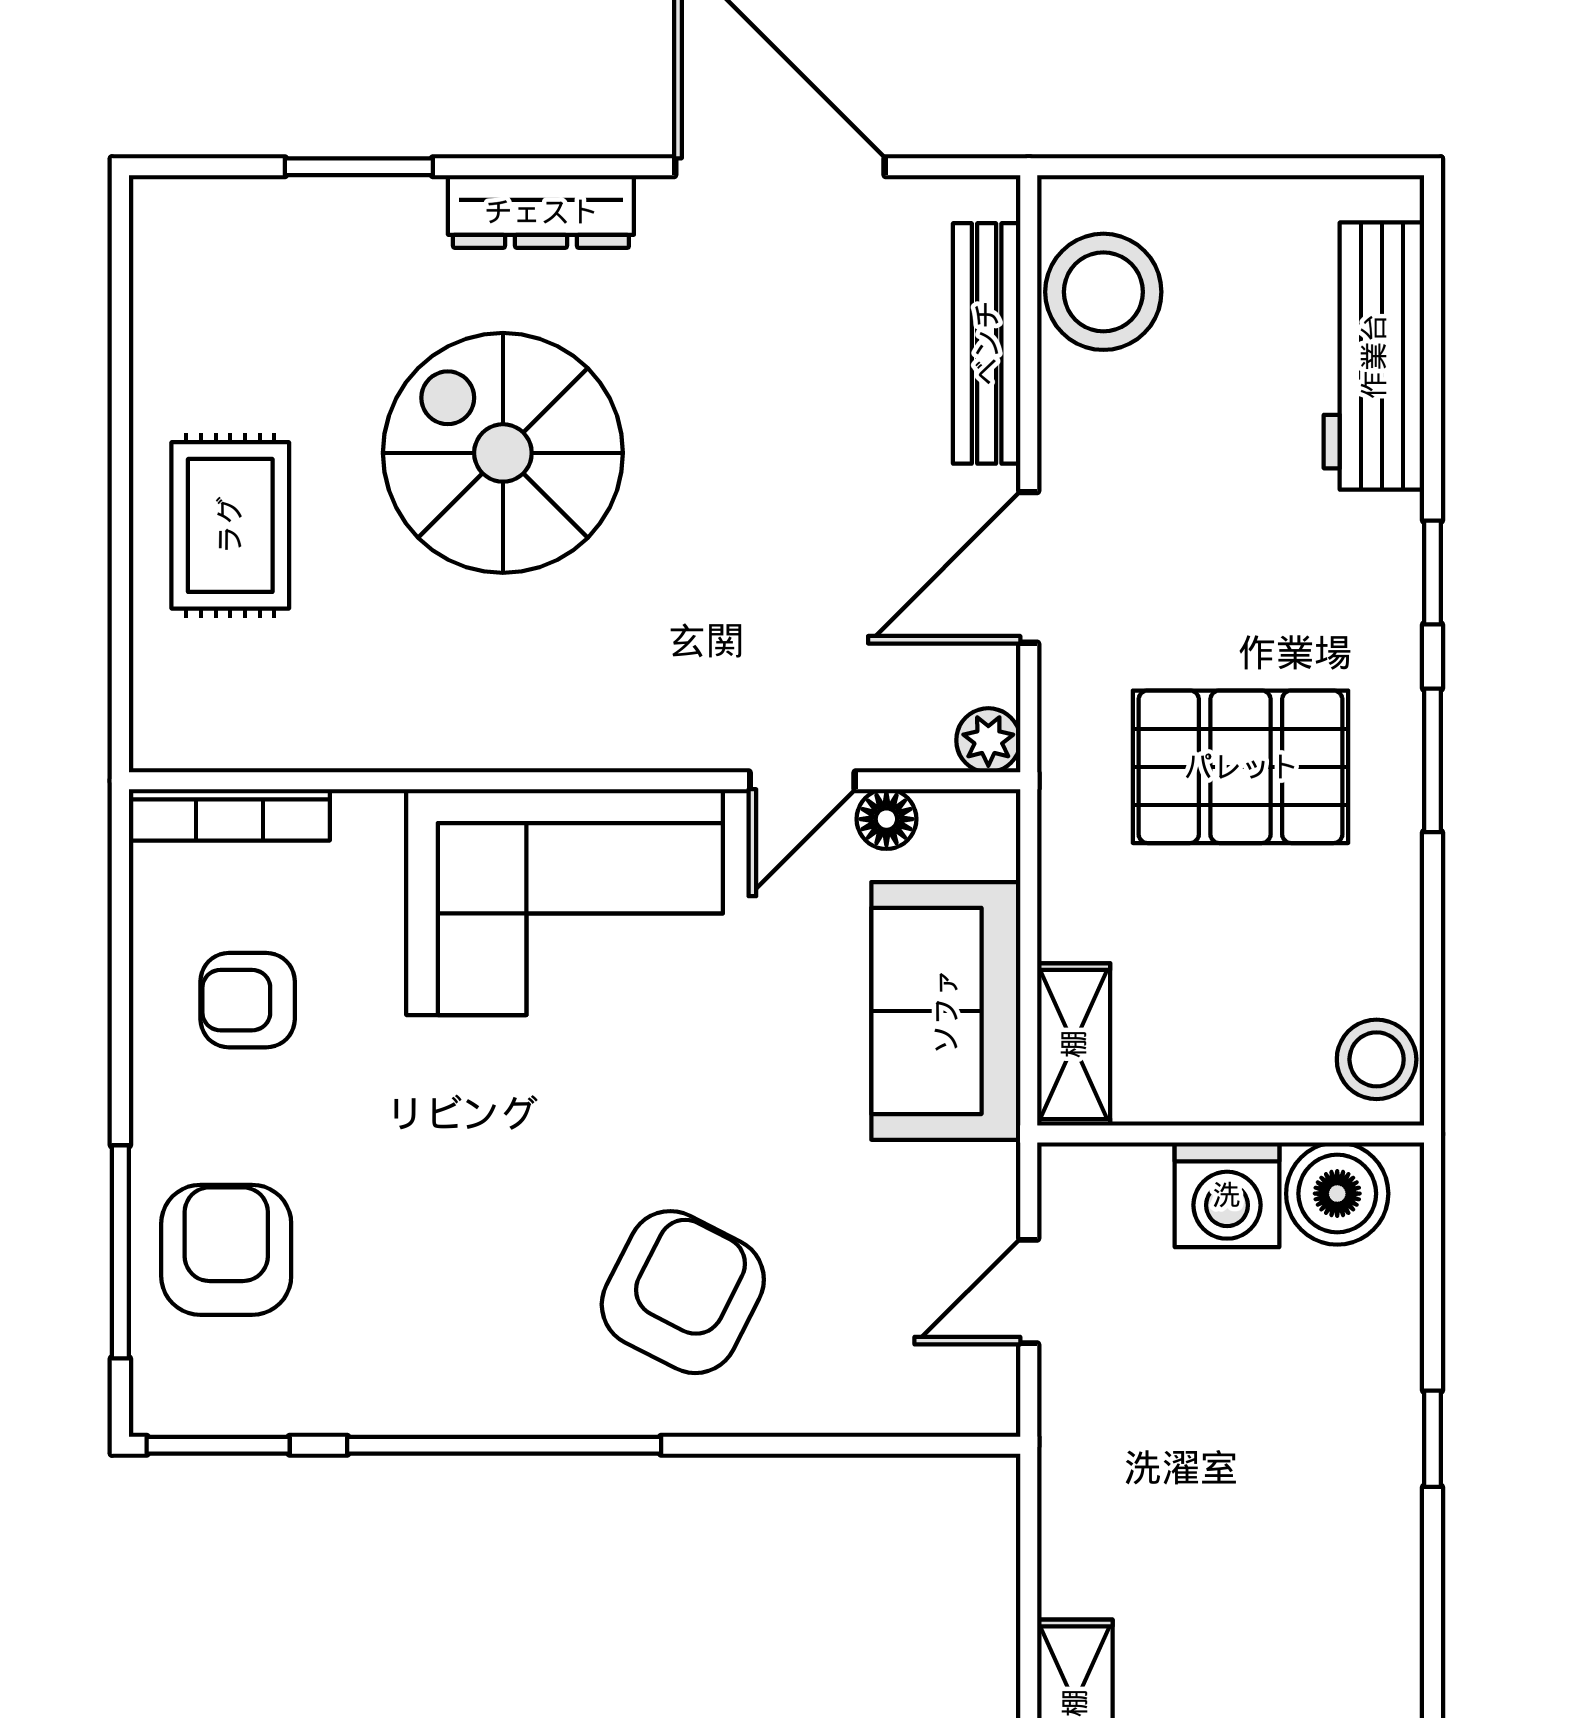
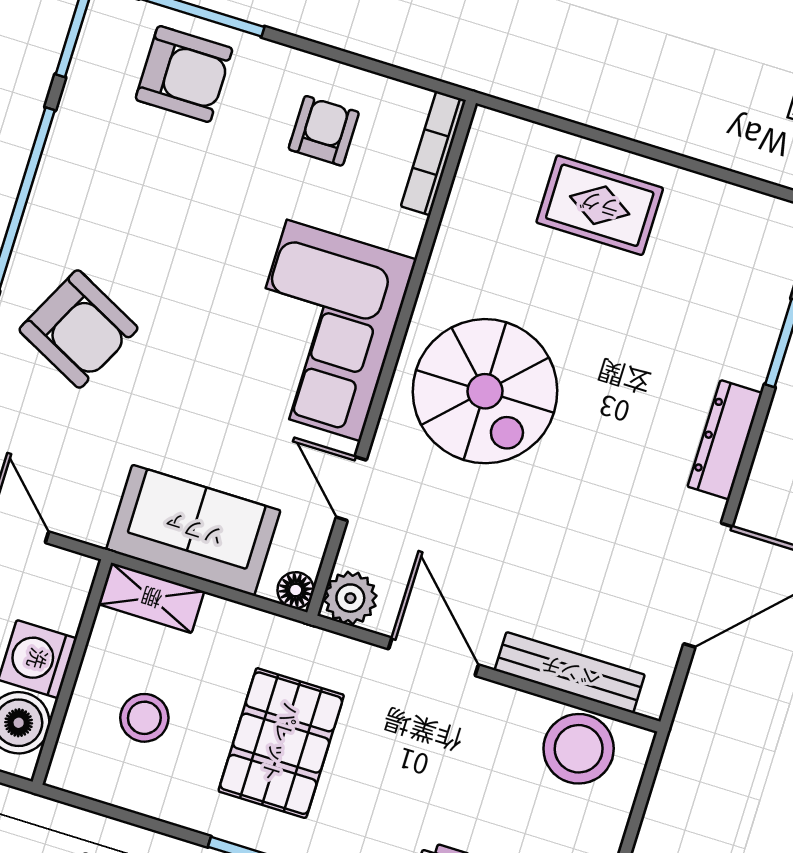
spiral stairs: (503, 453) -> (485, 391), moved, turned 90
plant: (988, 740) -> (350, 598), width x1.38, depth x1.38
floor lamp: (886, 819) -> (296, 590), moved
stool: (1377, 1059) -> (144, 718), moved

